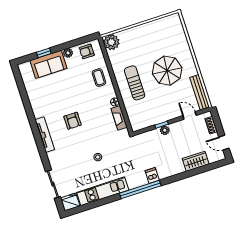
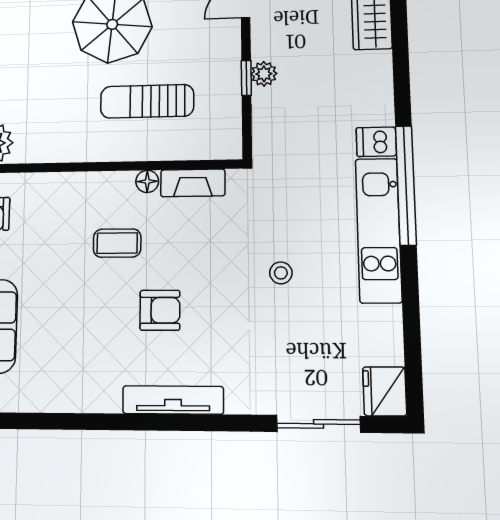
coffee table: (99, 78) -> (117, 243), moved
sun lounger: (135, 83) -> (147, 101), moved
kitchen unit: (103, 191) -> (379, 230), moved

